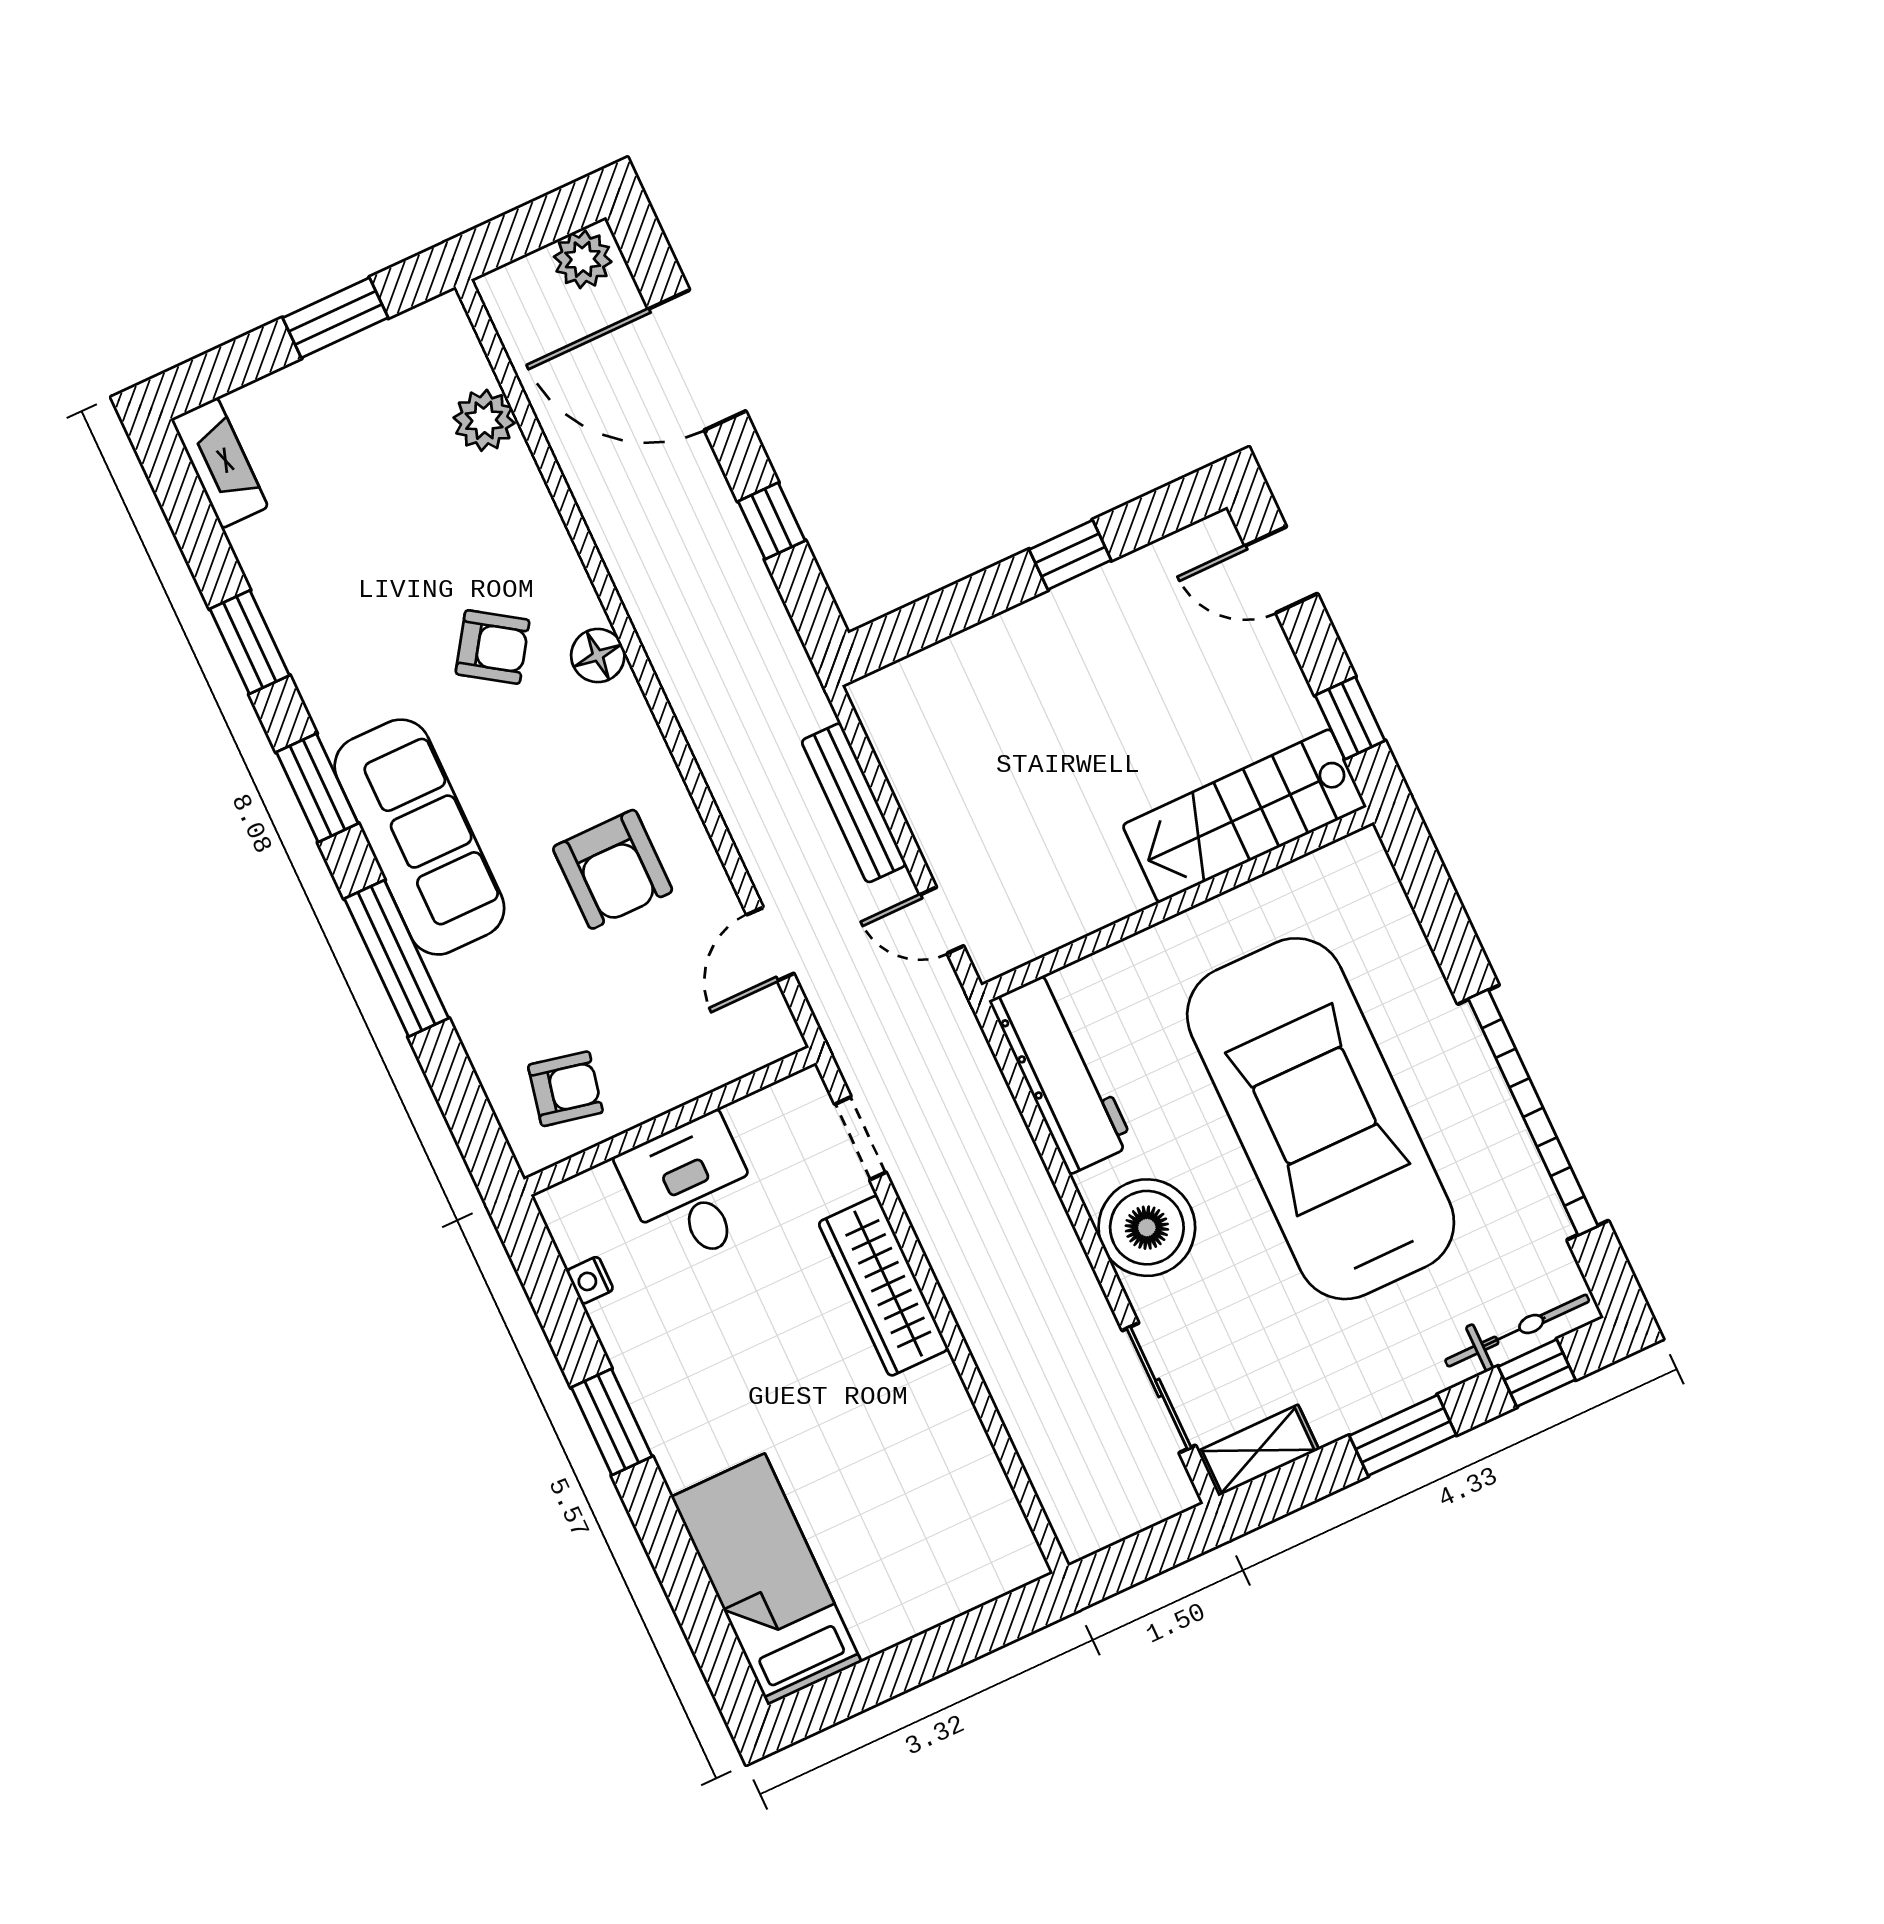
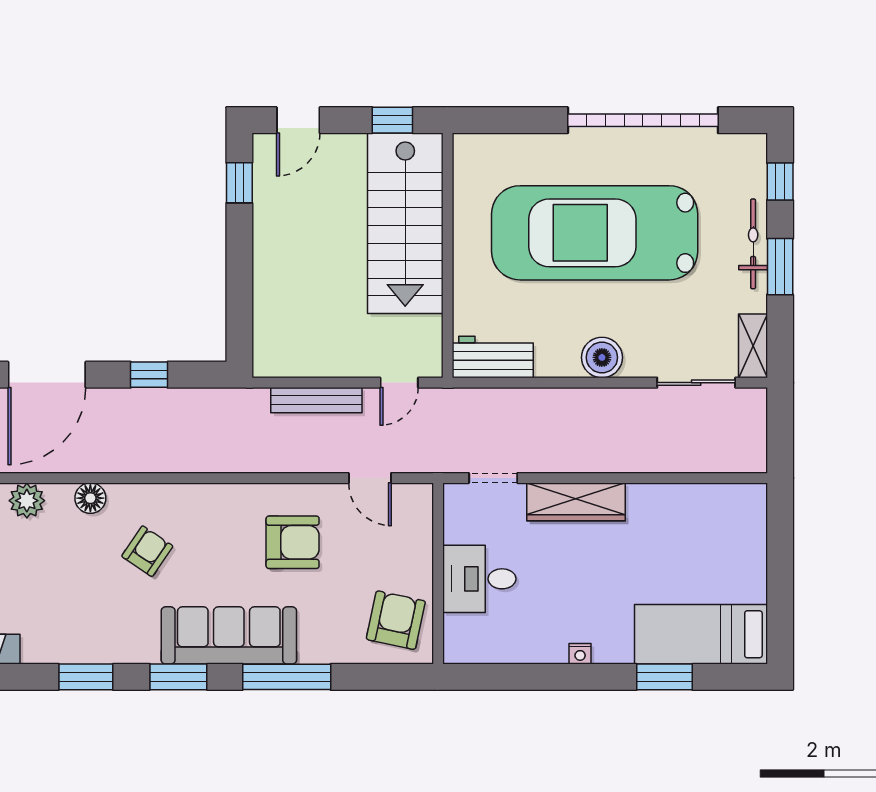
window: (1070, 555) -> (239, 183), moved
floor lamp: (598, 656) -> (90, 498), moved
stairs: (1244, 816) -> (405, 223), width x1.36, depth x1.51
workbench: (1062, 1073) -> (493, 357), width x0.73
armchair: (565, 1089) -> (396, 620), width x1.38, depth x1.38
boiler: (1147, 1228) -> (602, 357), width x0.73, depth x0.73
nightstand: (590, 1280) -> (580, 654), moved
bicycle: (1517, 1331) -> (753, 244), moved
window: (612, 1422) -> (664, 677), moved

